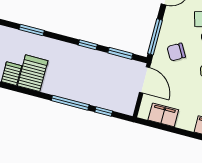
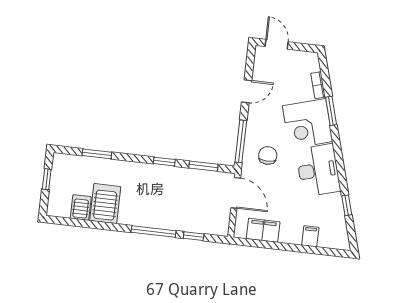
chair: (176, 52) -> (268, 155), turned 120

